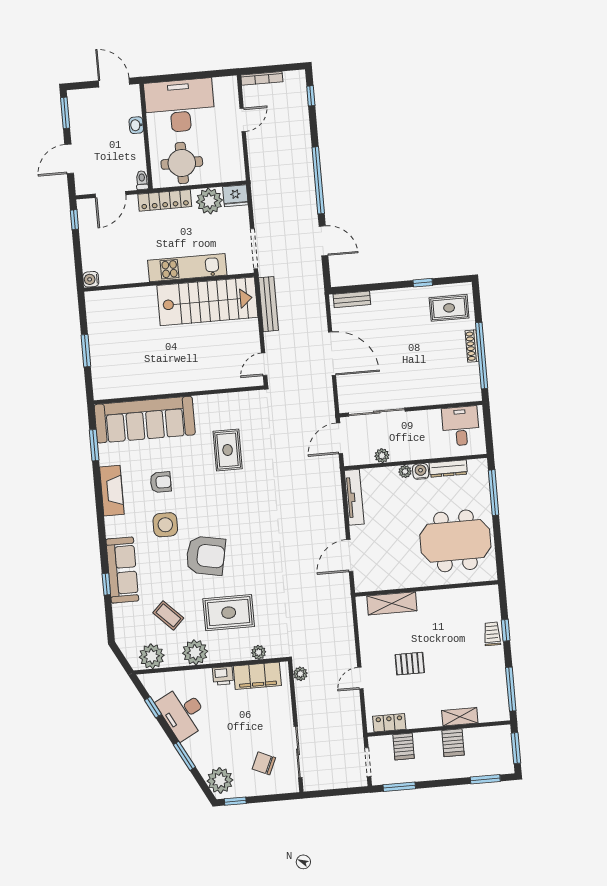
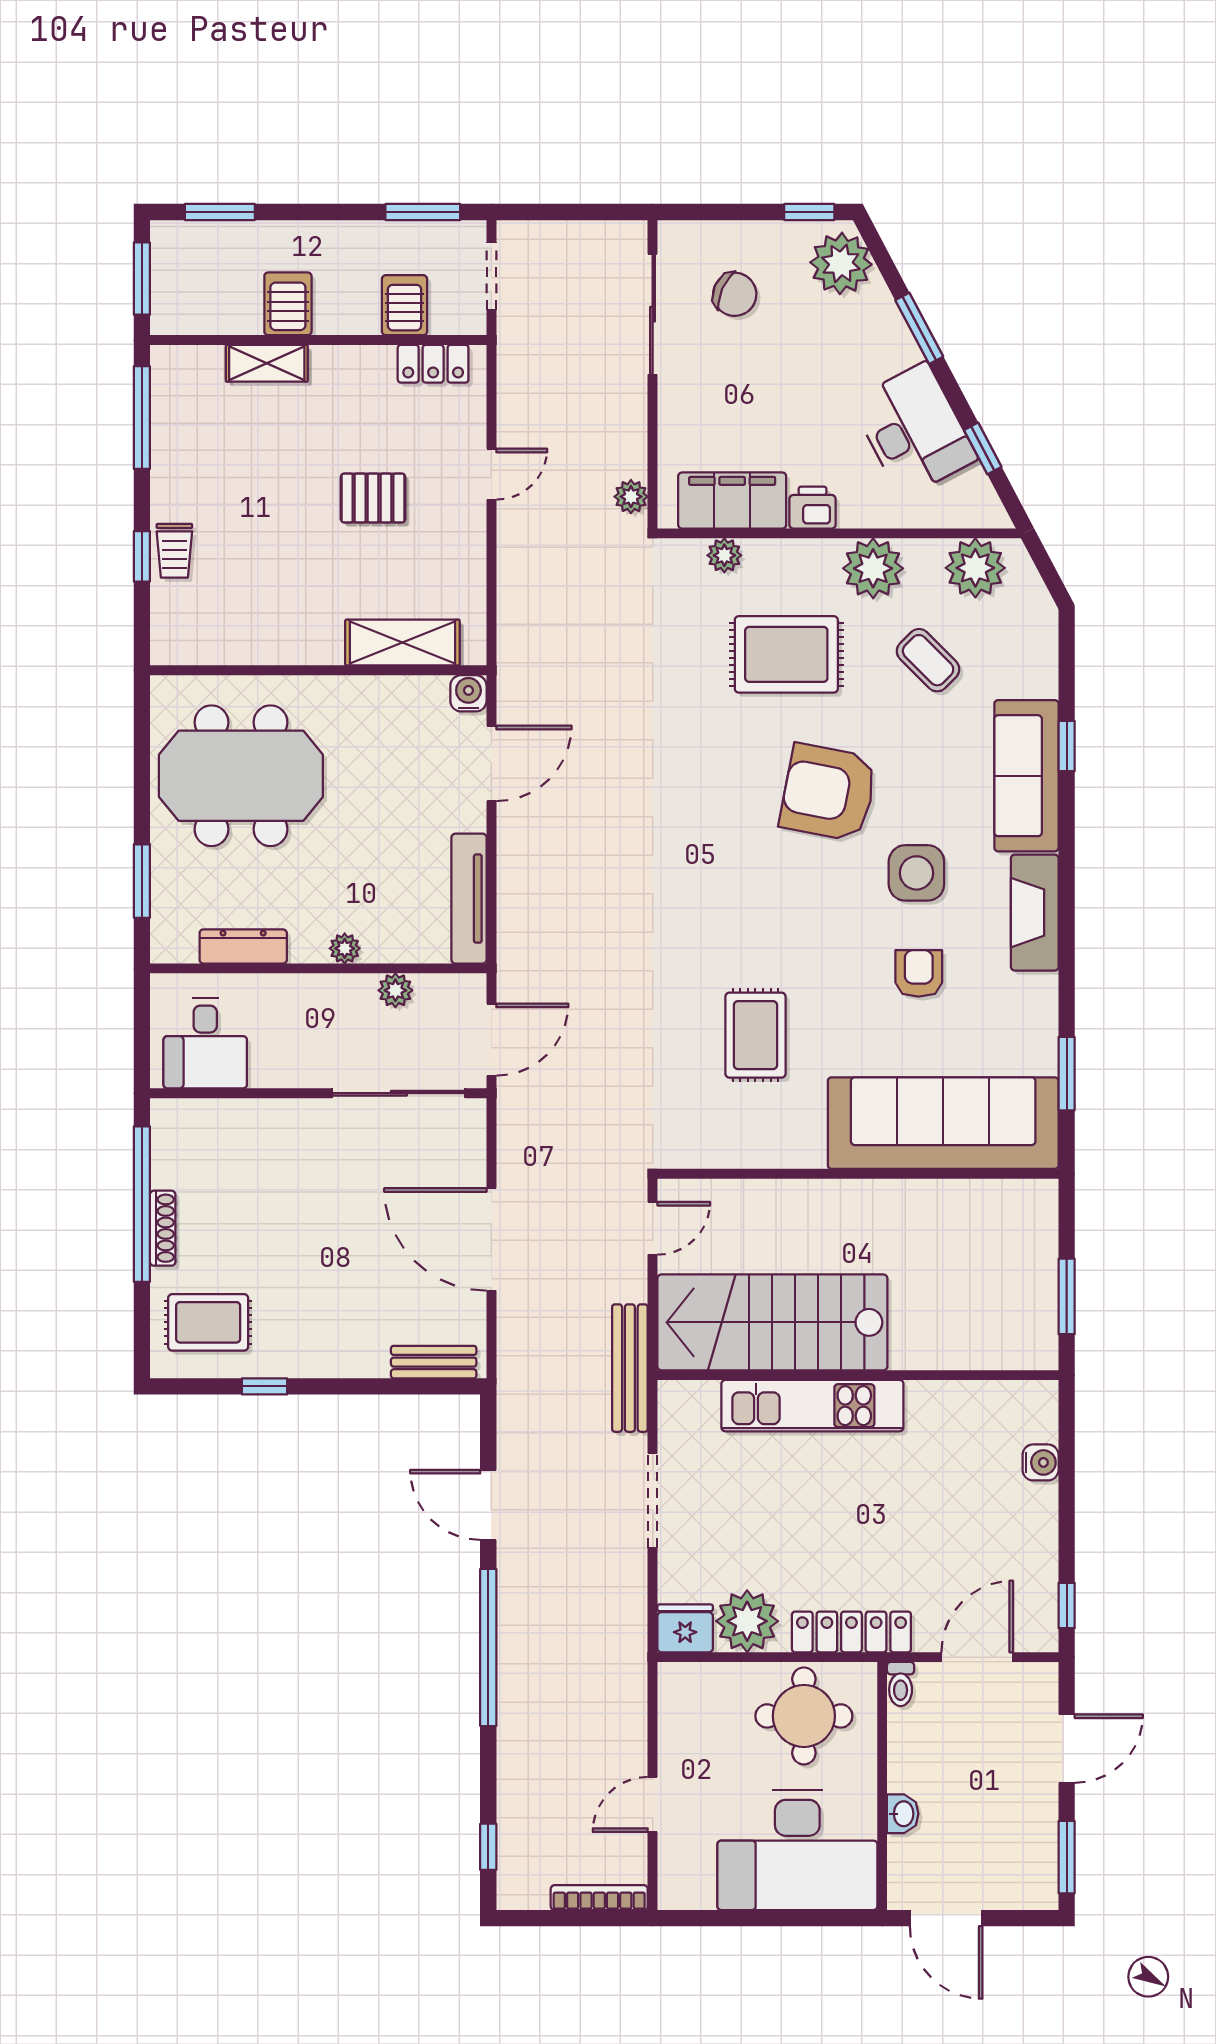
kitchen unit: (187, 268) -> (812, 1406), moved
wall: (169, 282) -> (858, 1375), moved
stairs: (207, 301) -> (772, 1322), moved
water cooler: (421, 471) -> (468, 693), moved, turned 180
armchair: (161, 482) -> (919, 973), turned 90
fireplace: (112, 491) -> (1035, 913), moved
window: (494, 493) -> (142, 881), width x0.69

